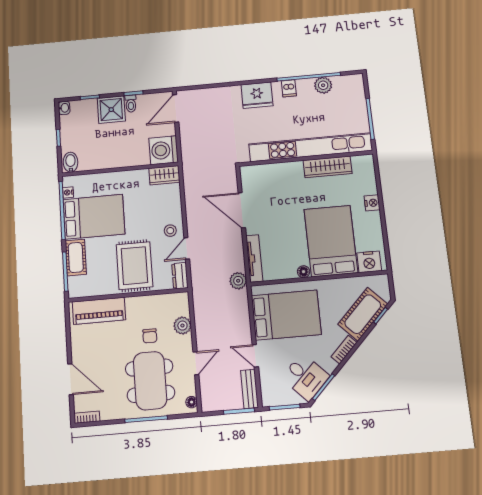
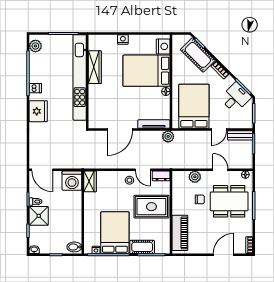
plant: (323, 85) -> (35, 46), moved

